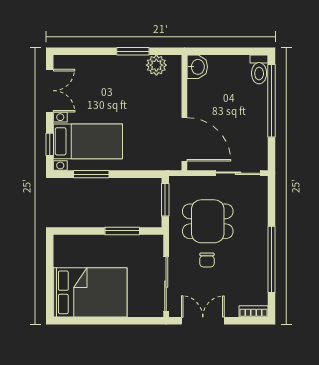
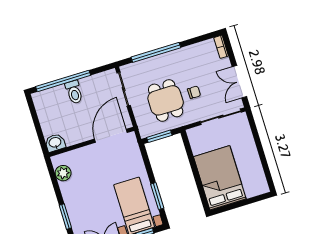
window: (133, 51) -> (65, 217), moved
toilet: (259, 69) -> (74, 92), moved, turned 90
window: (122, 231) -> (192, 161), removed
window: (272, 259) -> (156, 52), moved
bed: (90, 292) -> (220, 178), moved

